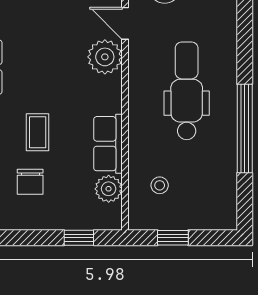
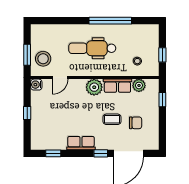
plant: (105, 57) -> (94, 87), moved

